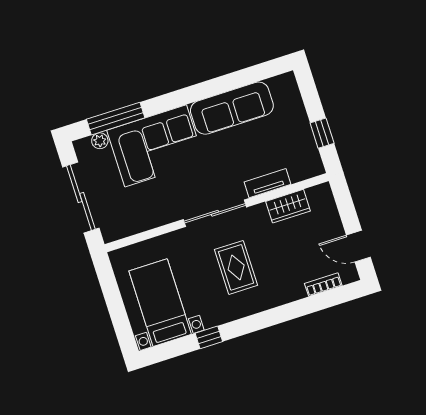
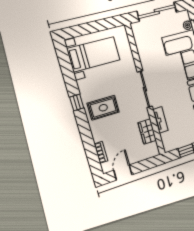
rug: (236, 267) -> (103, 108), moved
window: (209, 337) -> (77, 103), moved

